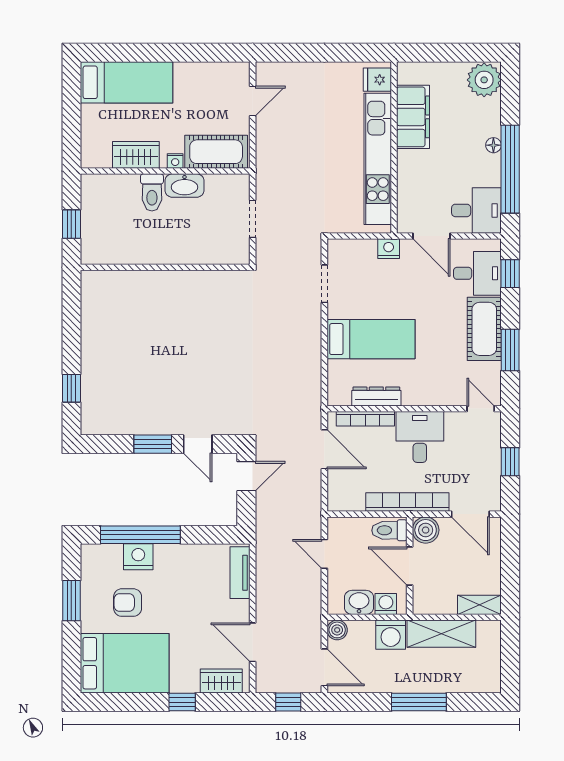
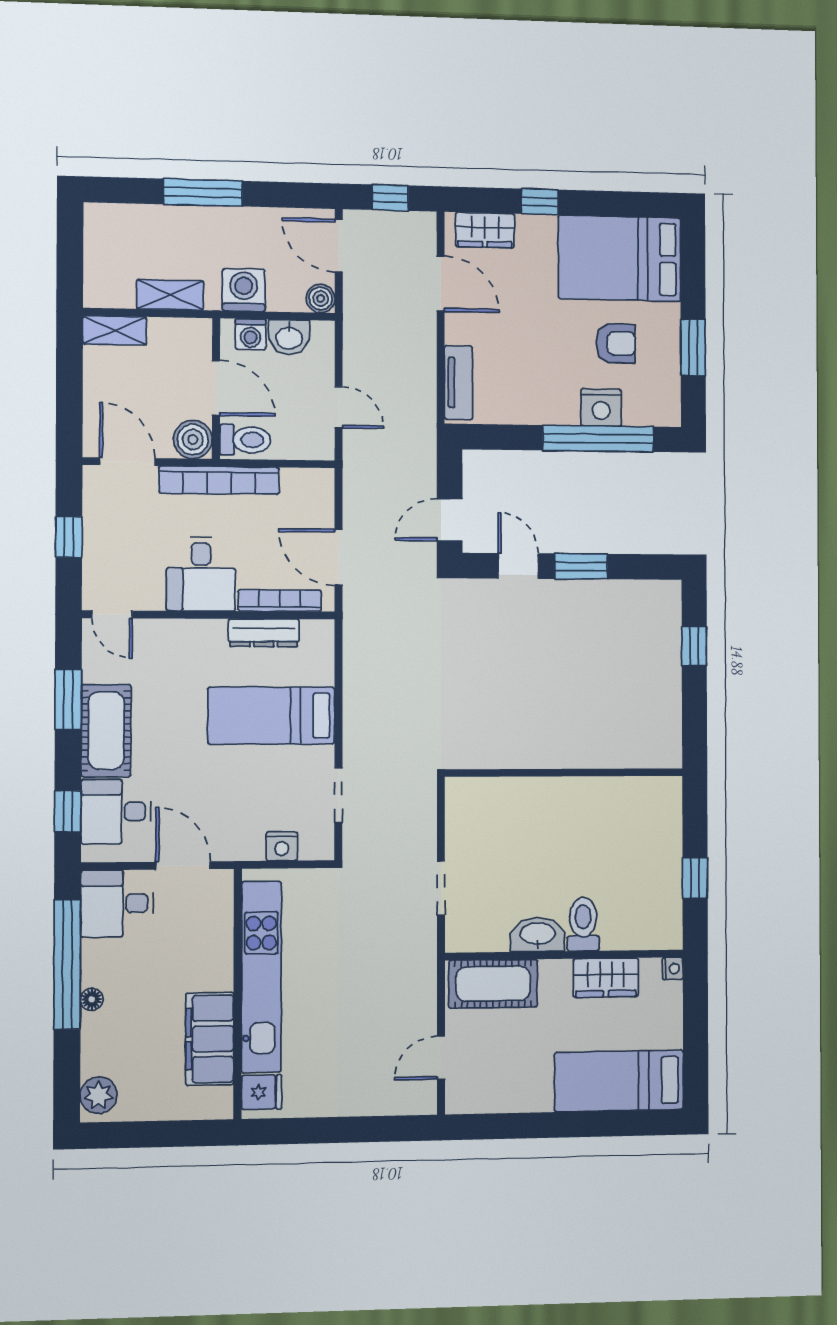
plant: (484, 80) -> (98, 1095), width x0.73, depth x0.73
nightstand: (175, 161) -> (673, 969), moved, turned 90
nightstand: (389, 249) -> (282, 846), moved
wall: (165, 267) -> (564, 773), moved
shelving: (441, 634) -> (170, 295), width x0.67, depth x0.75

